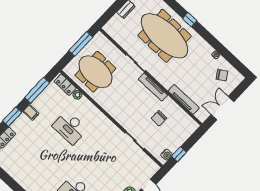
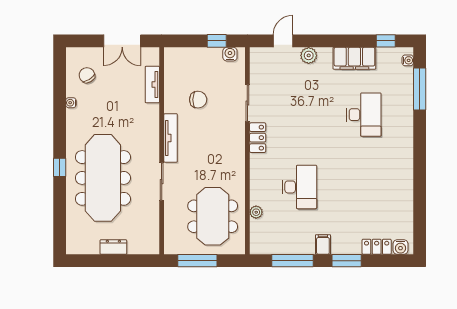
locker: (65, 85) -> (258, 138), moved
tv unit: (184, 99) -> (152, 84), width x0.71

